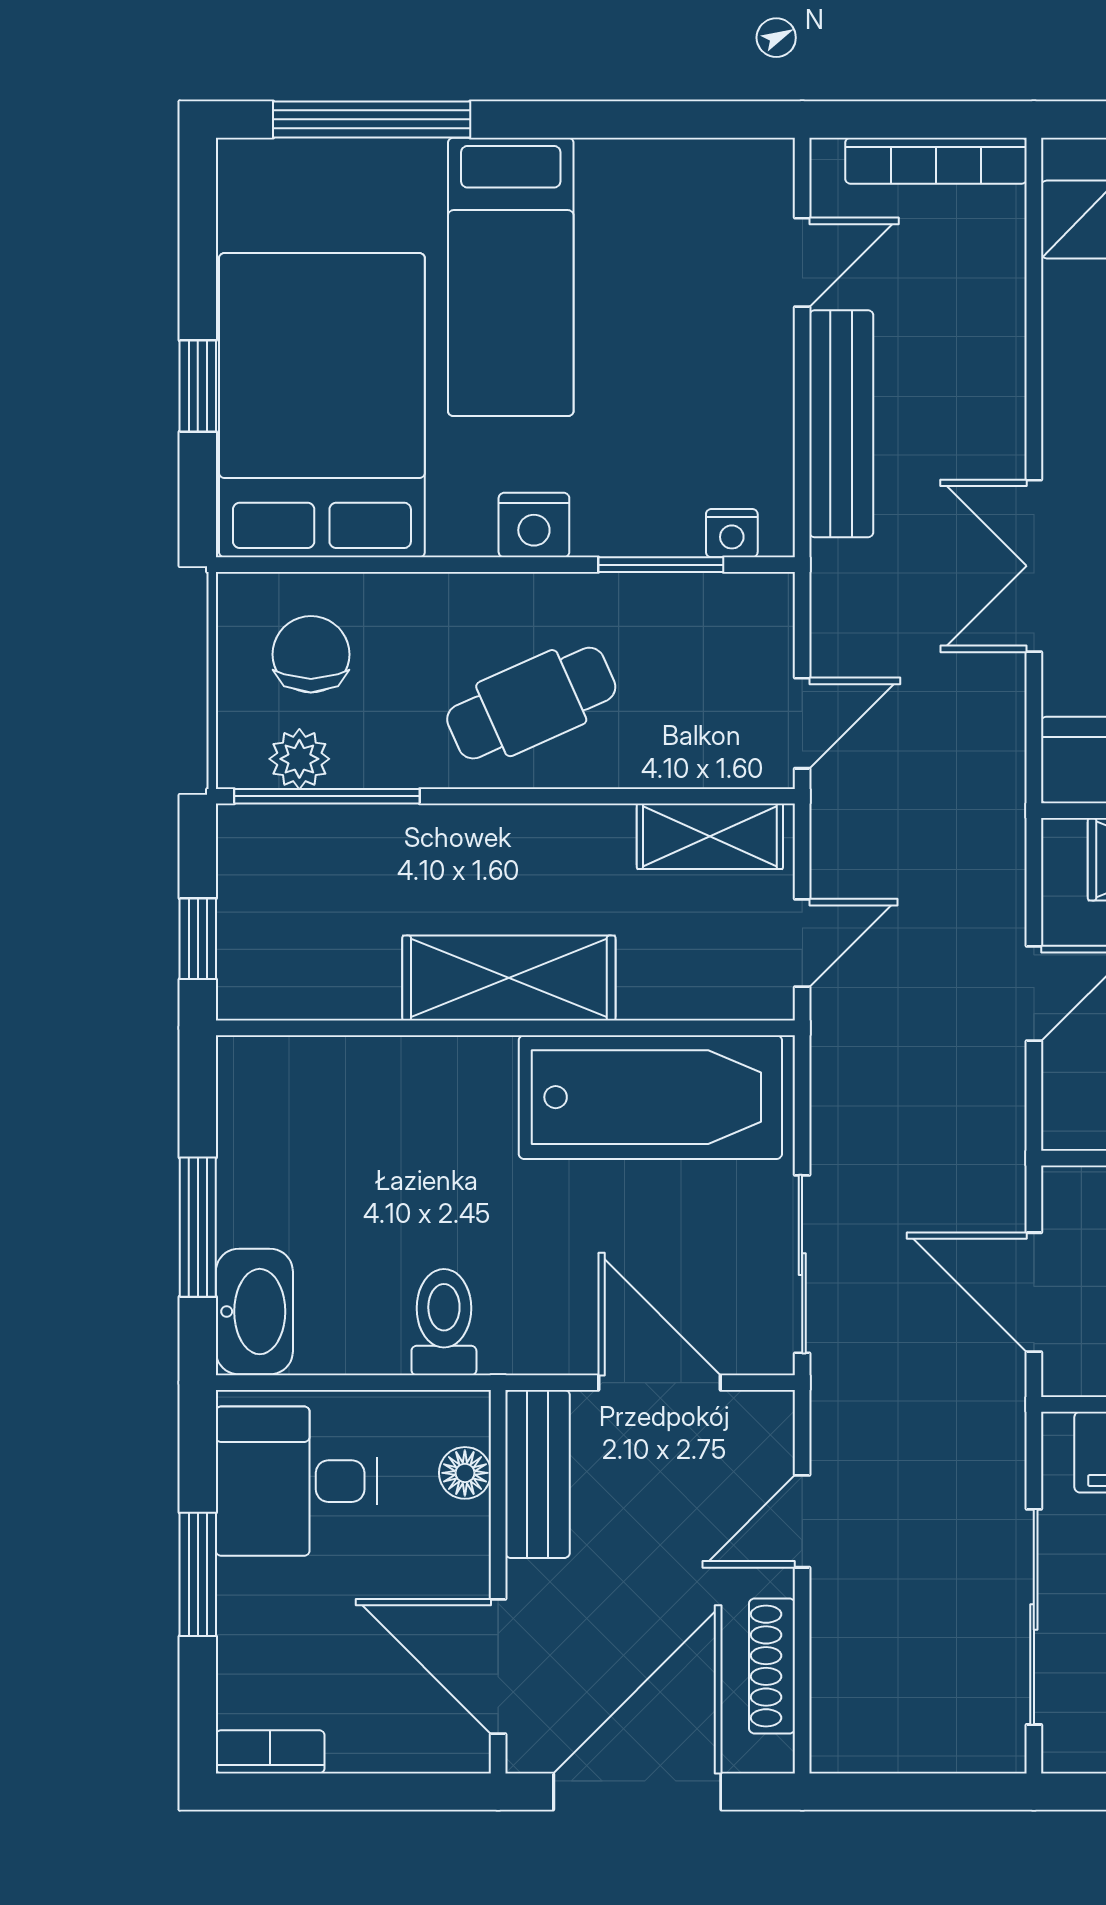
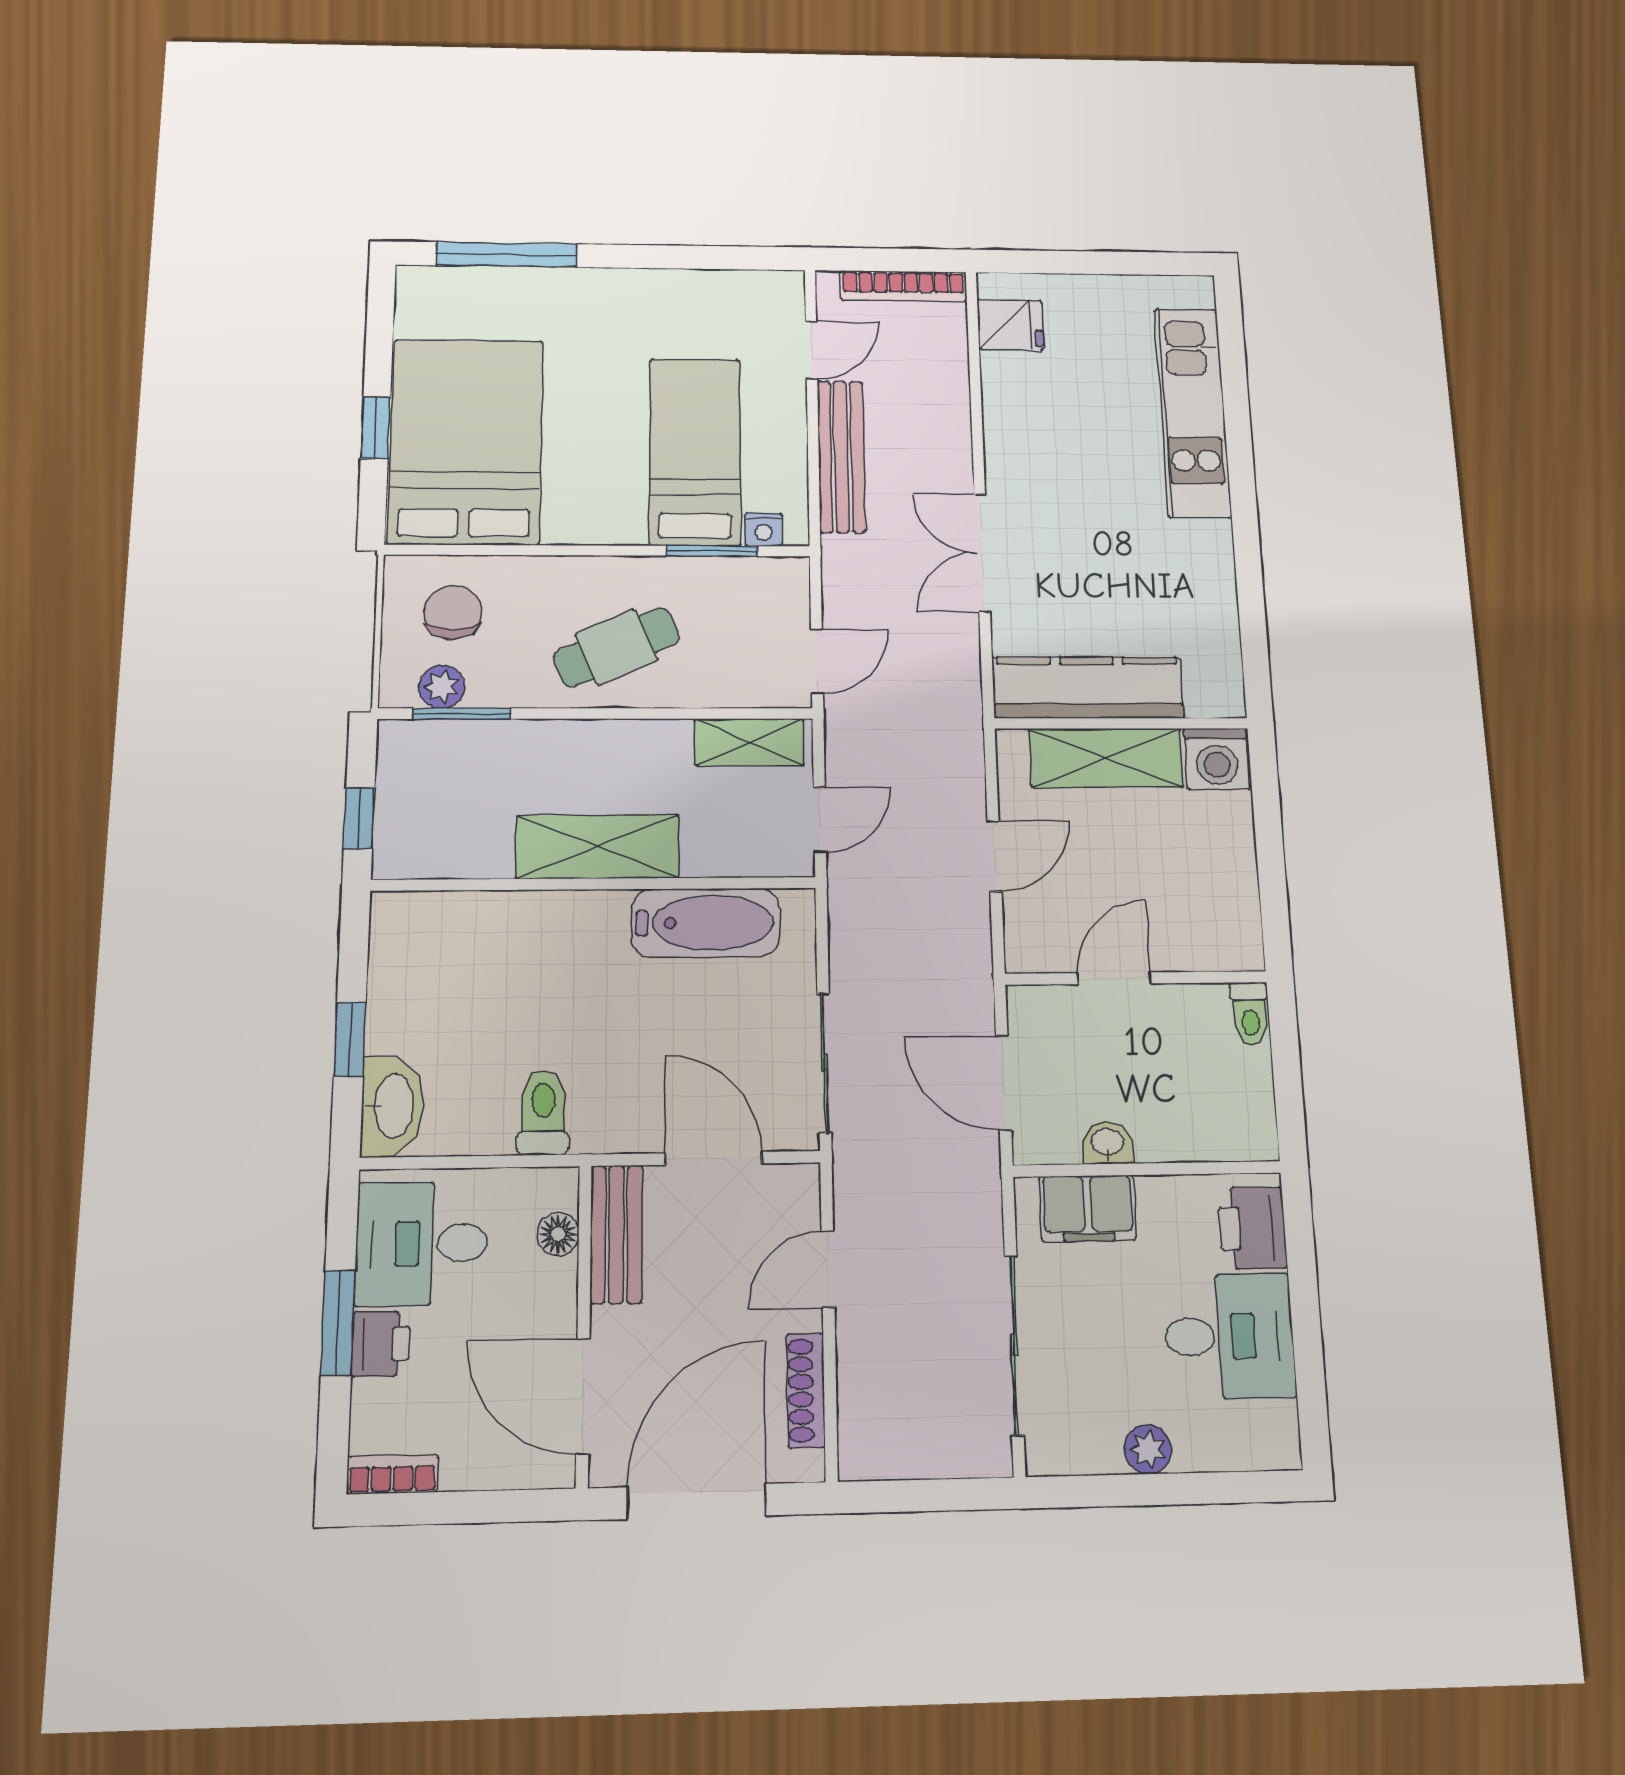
bed: (511, 277) -> (695, 452), moved, turned 180
nightstand: (534, 525) -> (619, 523), removed
window: (327, 796) -> (462, 714), width x0.69
bathtub: (650, 1097) -> (706, 923), width x0.73, depth x0.73
window: (198, 1227) -> (350, 1039), width x0.67
printer: (251, 1600) -> (381, 1344), added

